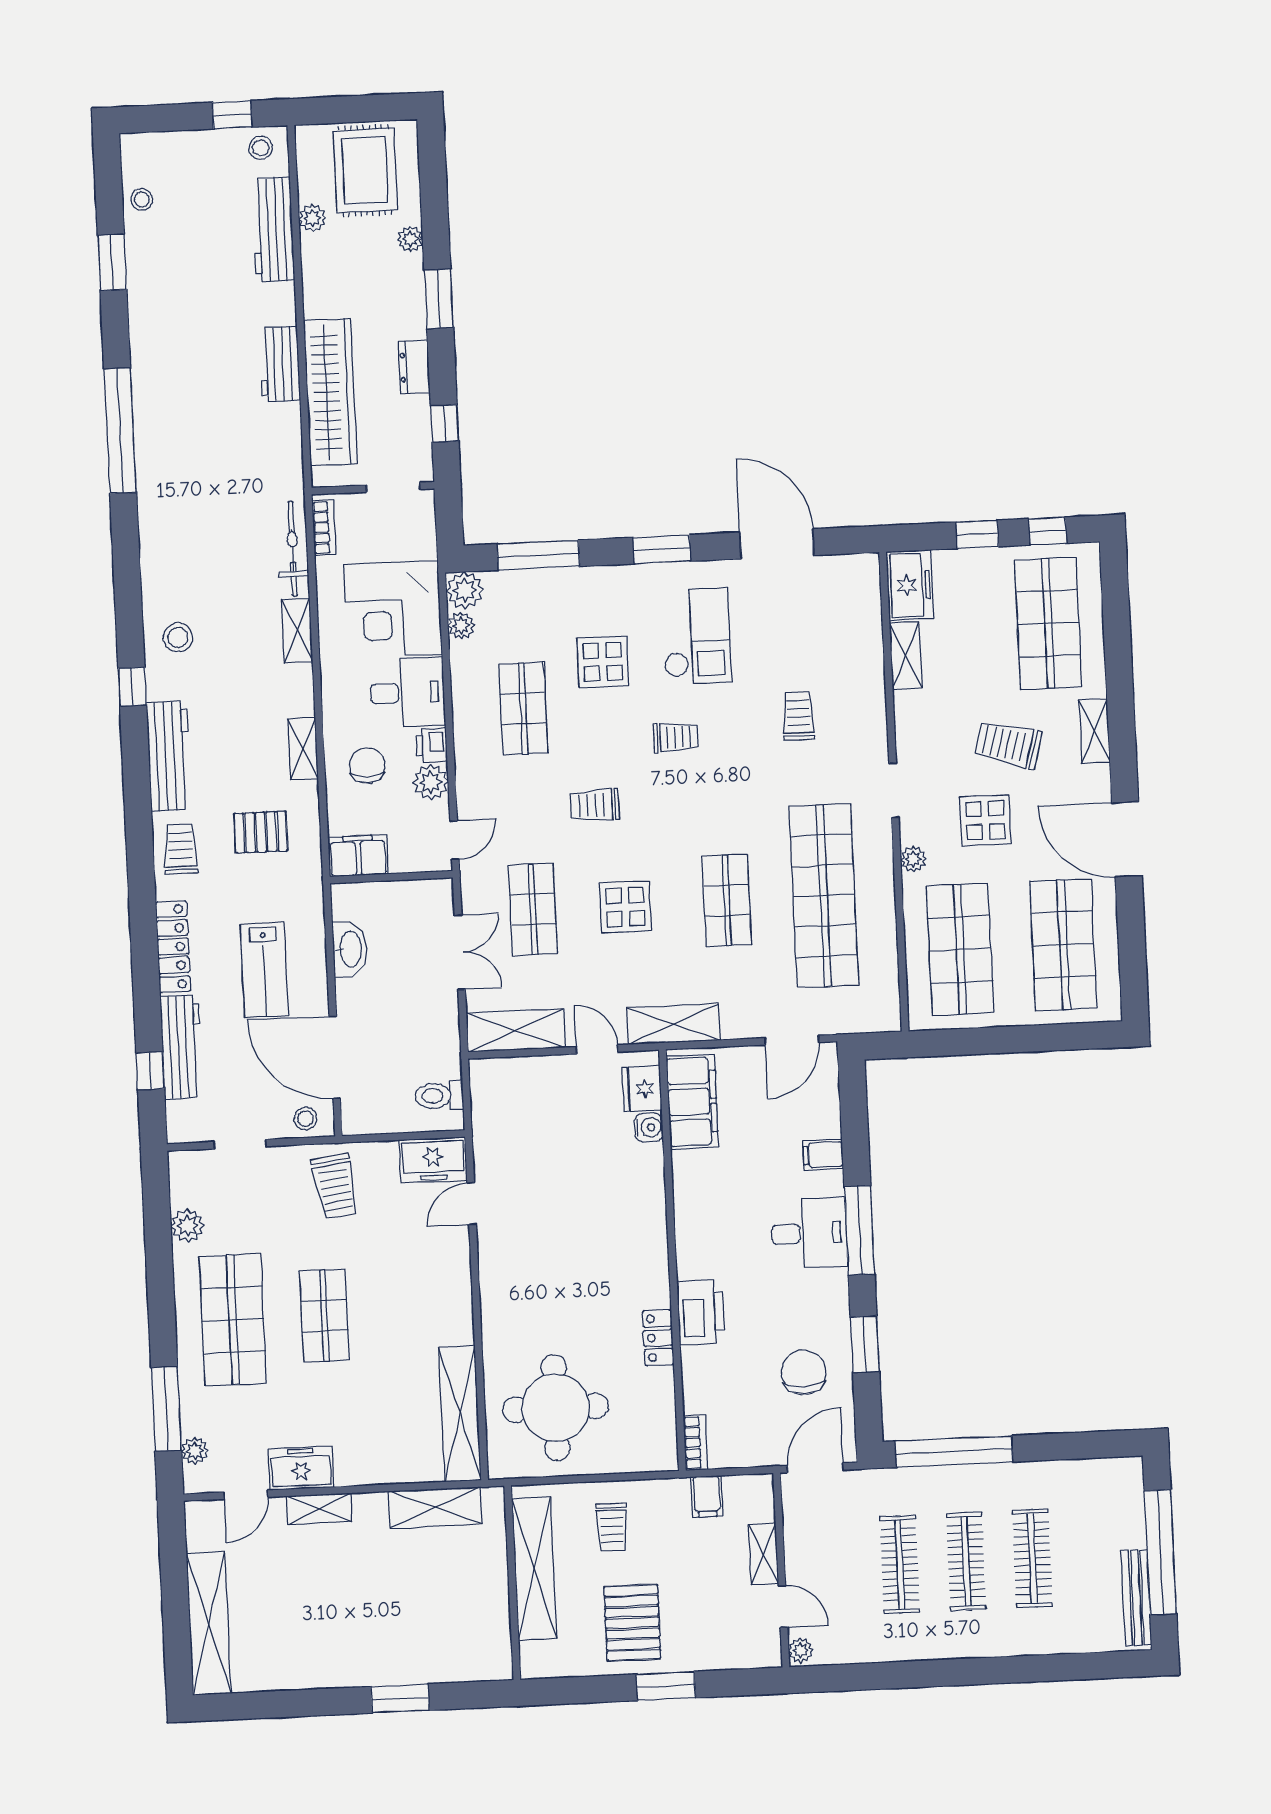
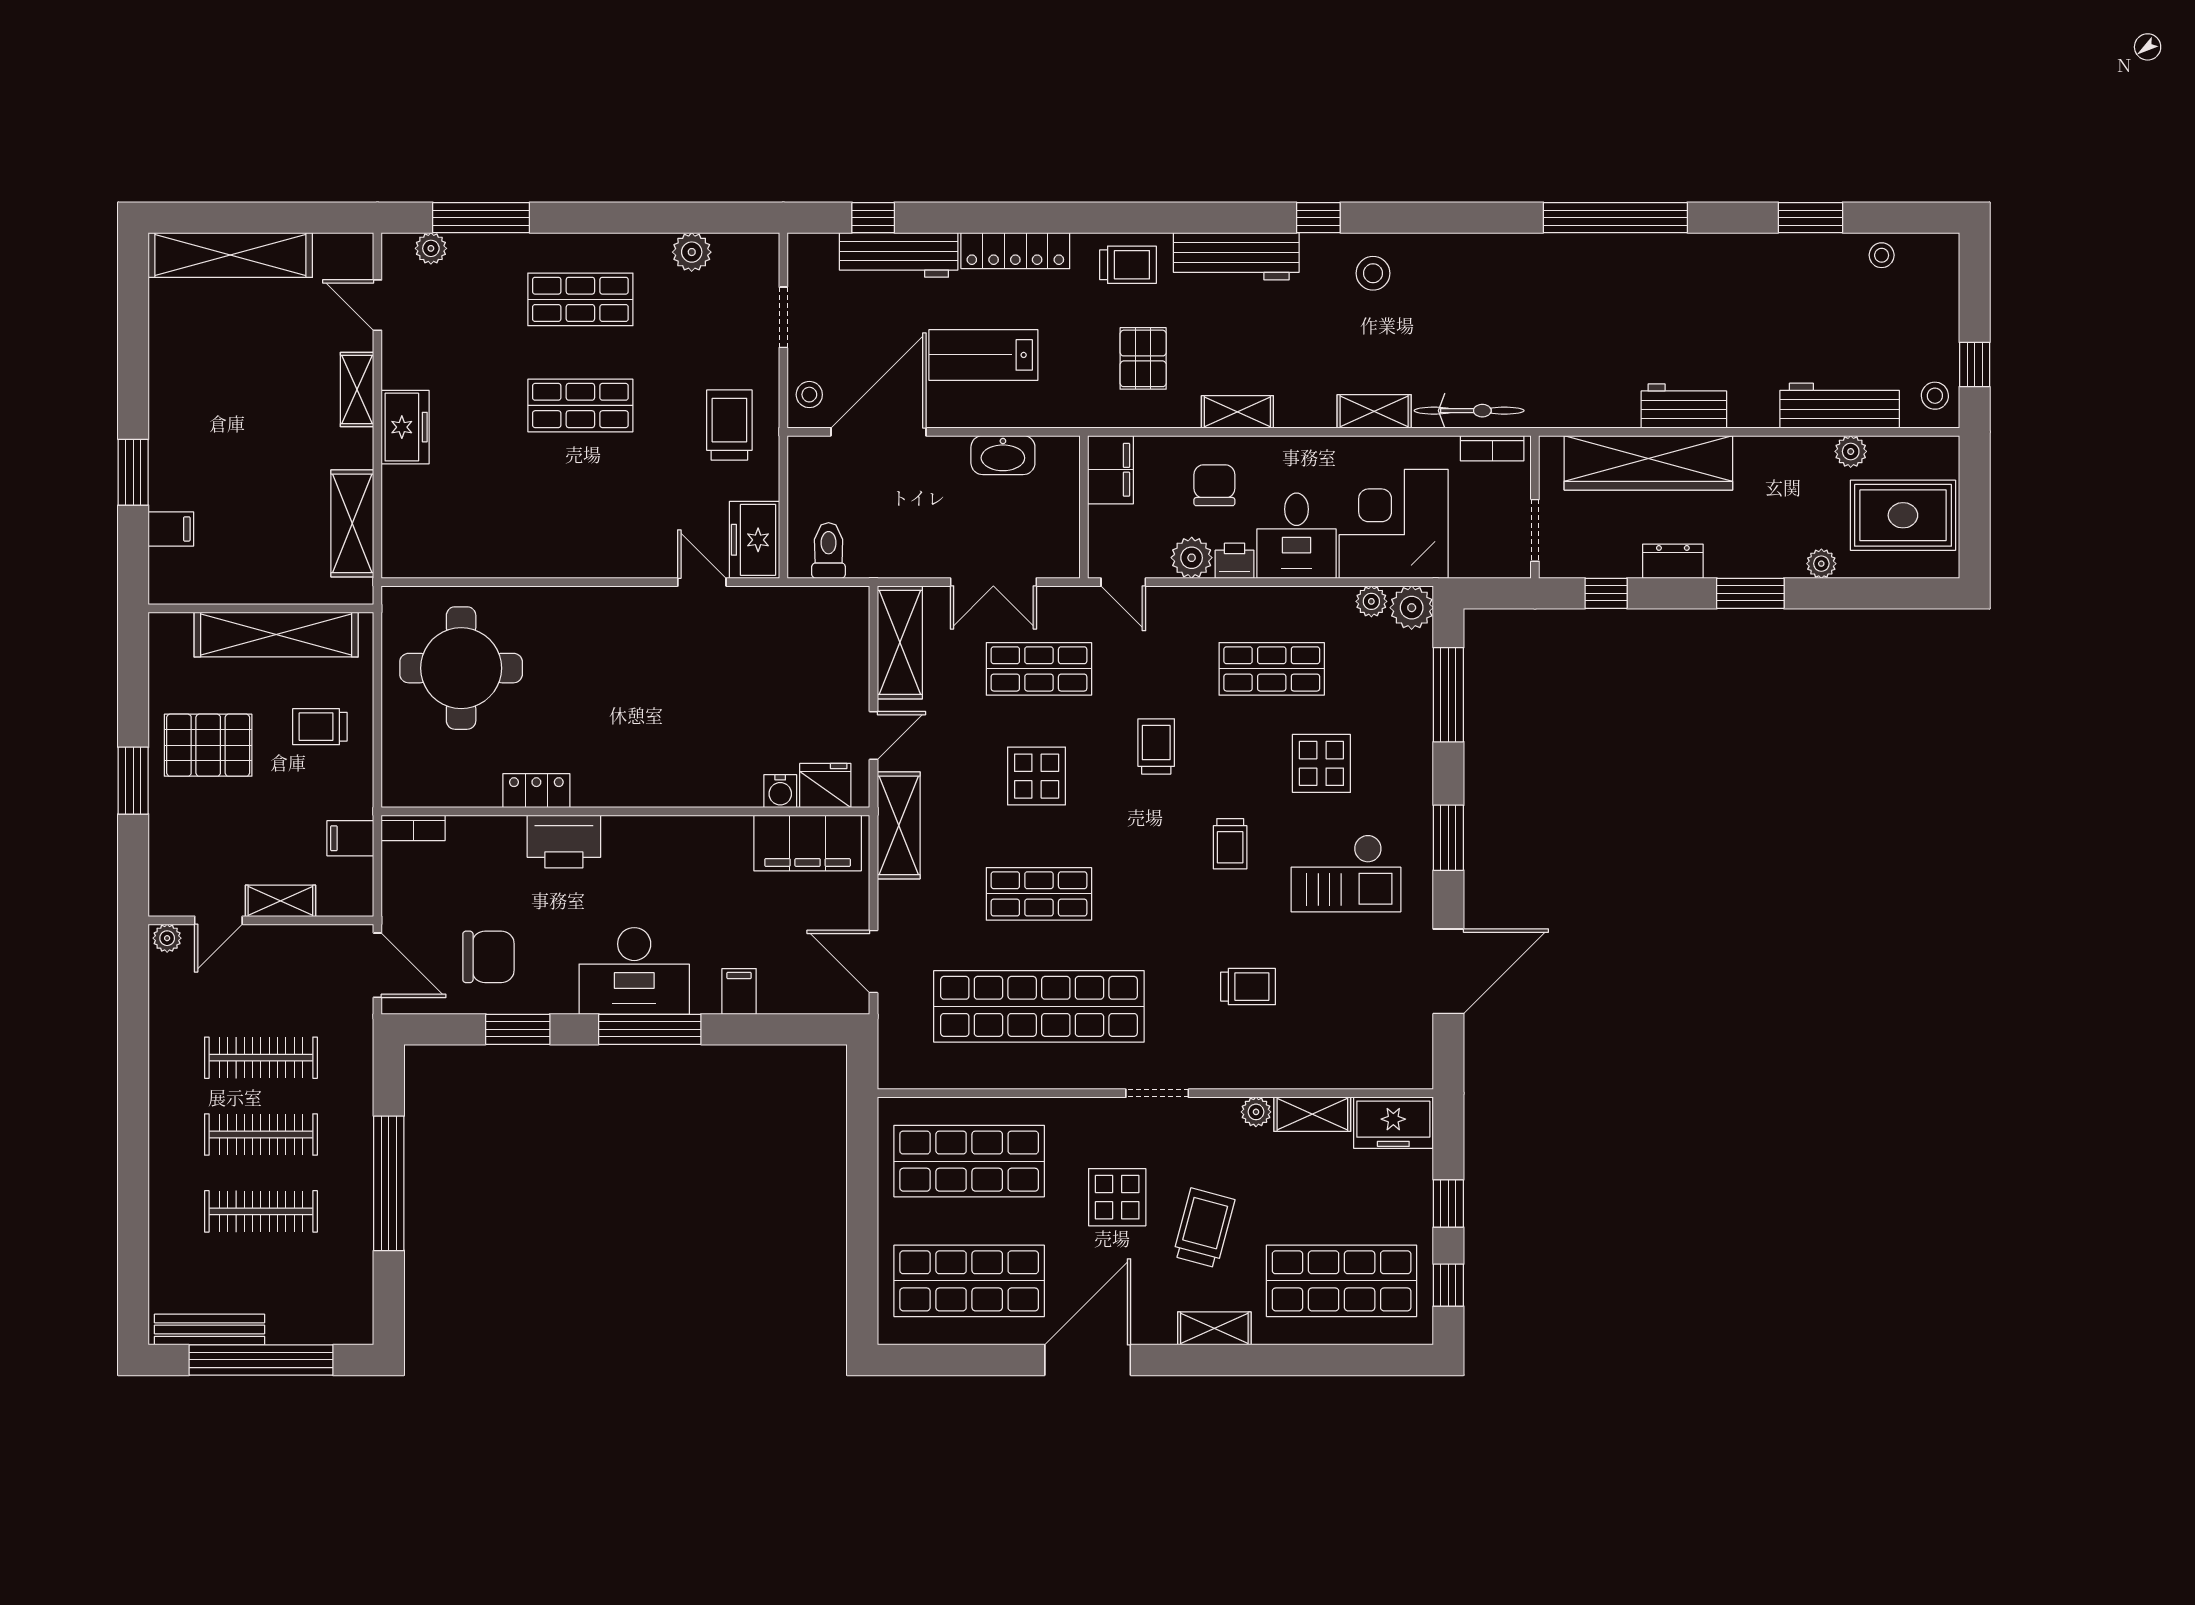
chair: (367, 766) -> (1214, 485), turned -90
plant: (913, 859) -> (1256, 1112), moved
trolley: (335, 1186) -> (729, 425), turned 98
desk: (809, 1233) -> (634, 971), width x1.37
shop shelf: (233, 1320) -> (580, 299), width x0.70, depth x0.74
shelving: (460, 1414) -> (459, 557), removed
window: (954, 1451) -> (389, 1183), moved
freezer: (301, 1468) -> (405, 427), moved
filing cabinet: (447, 1664) -> (171, 529), added

